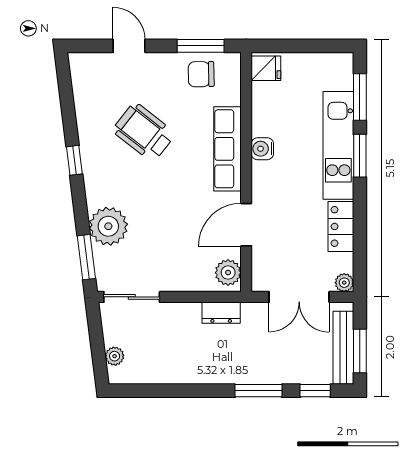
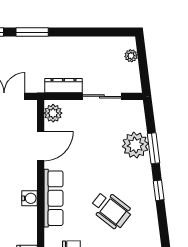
window: (86, 257) -> (153, 148), moved
sliding door: (132, 297) -> (102, 96), moved
dresser: (221, 313) -> (63, 86), width x1.44

